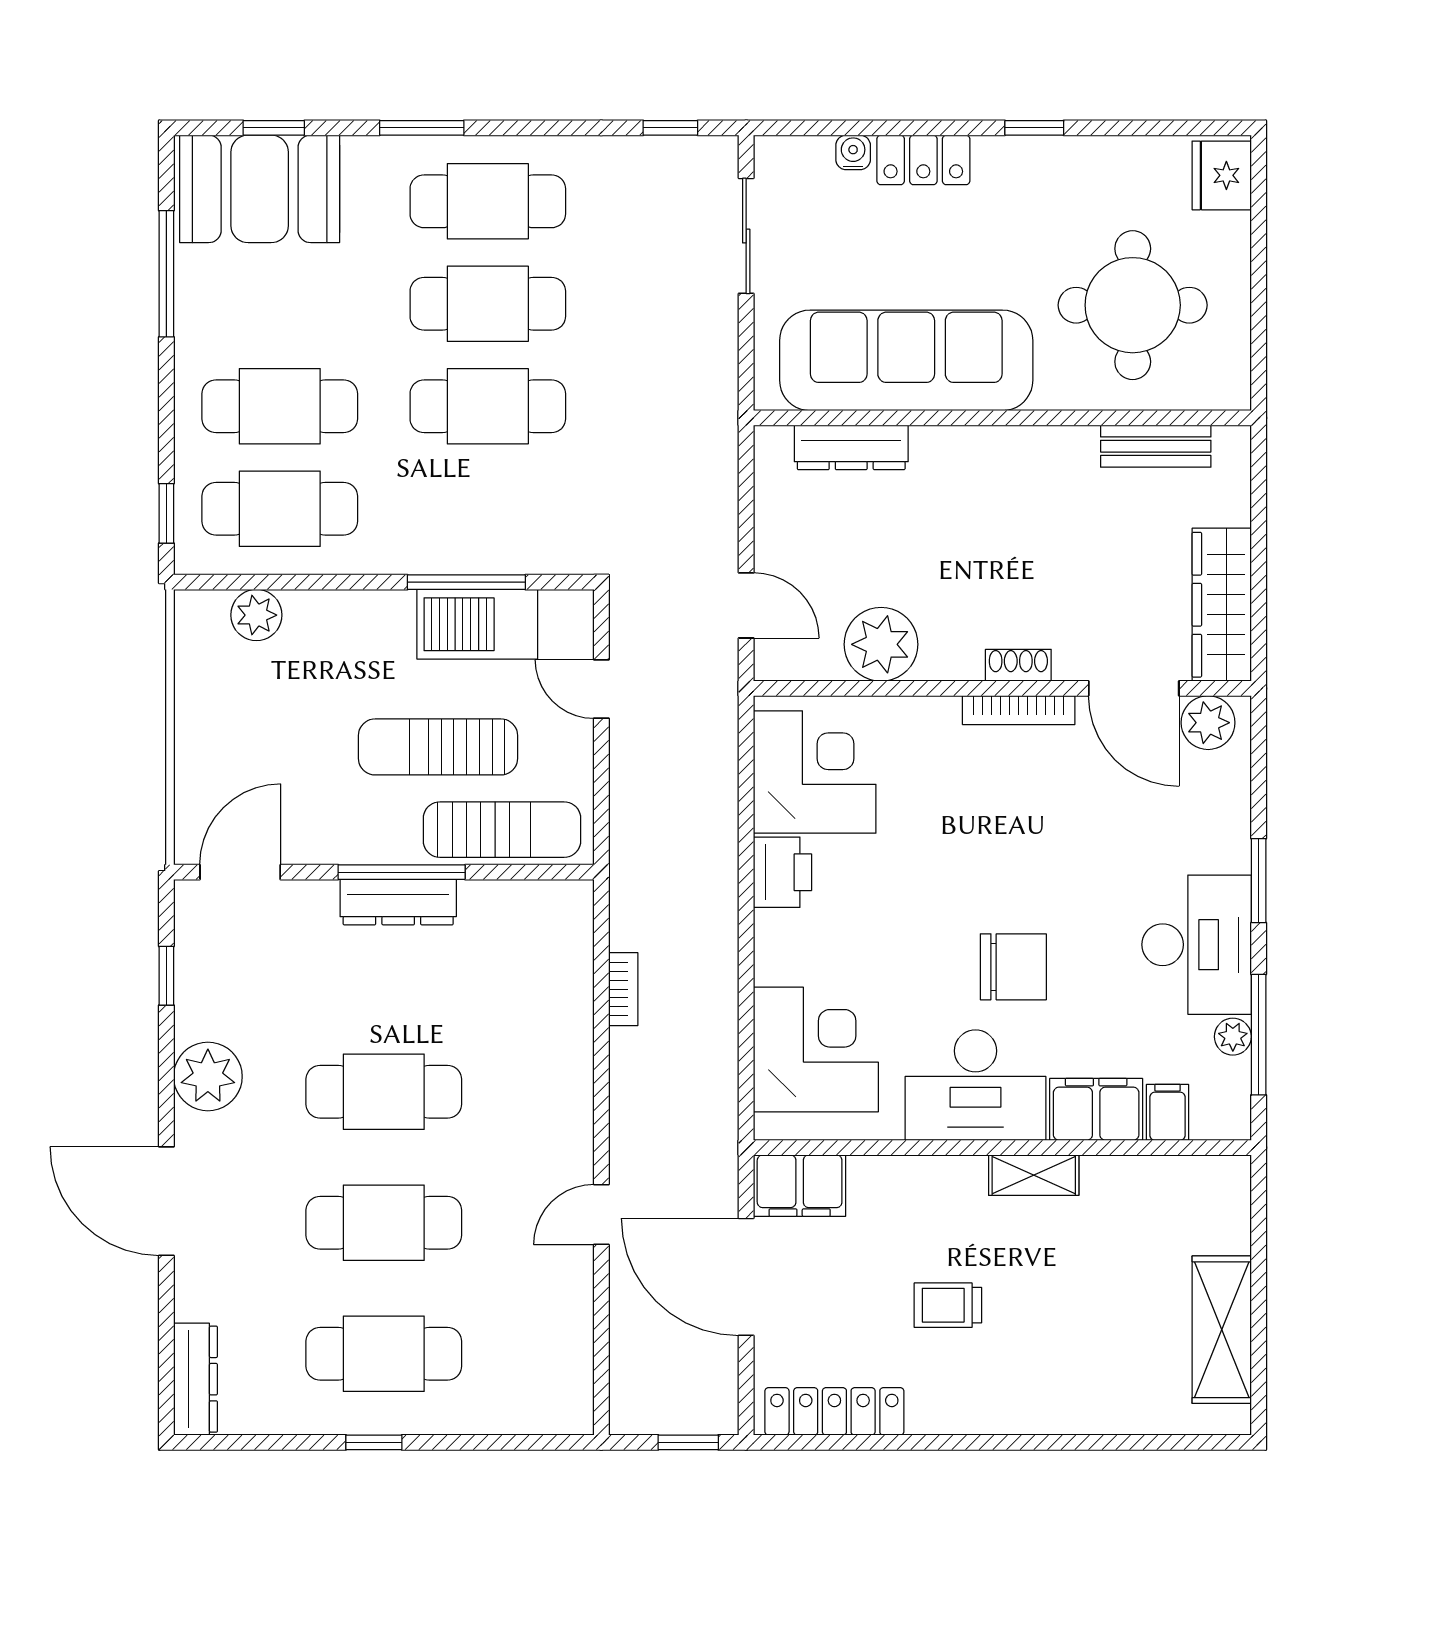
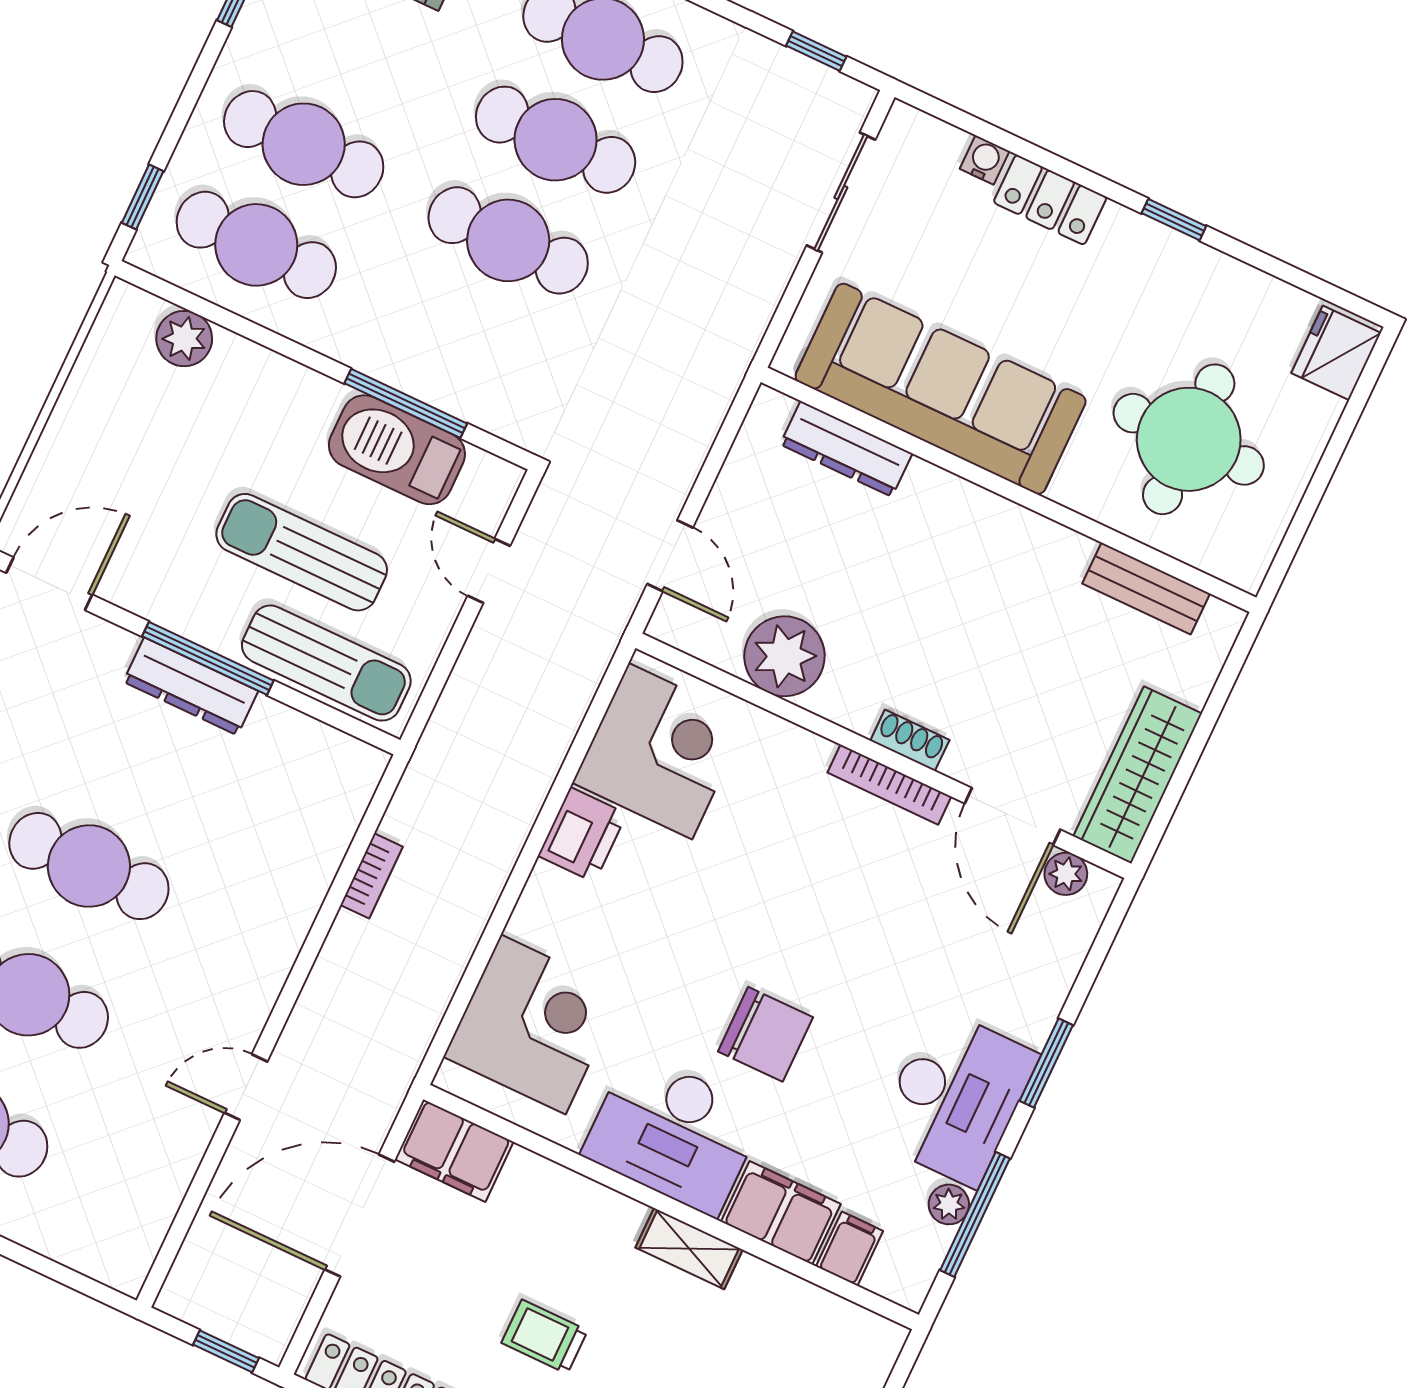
plant: (1208, 723) -> (1066, 874), width x0.73, depth x0.73
door: (746, 1277) -> (360, 1216), hinge flipped

